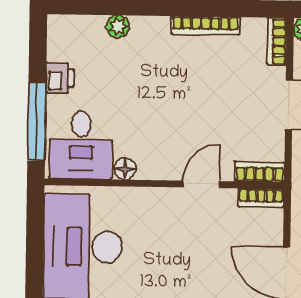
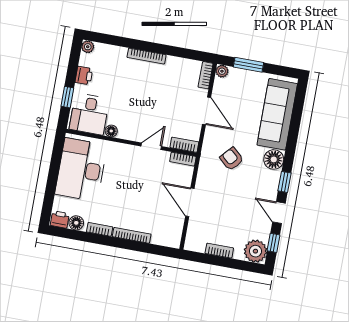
bookcase: (206, 25) -> (147, 56), moved
plant: (118, 26) -> (88, 47), moved
window: (37, 121) -> (67, 97), width x0.46

